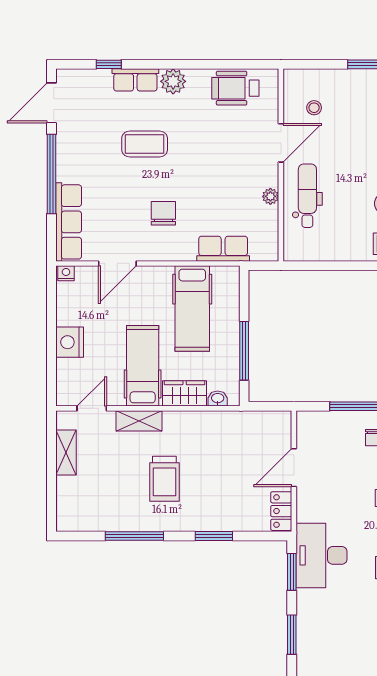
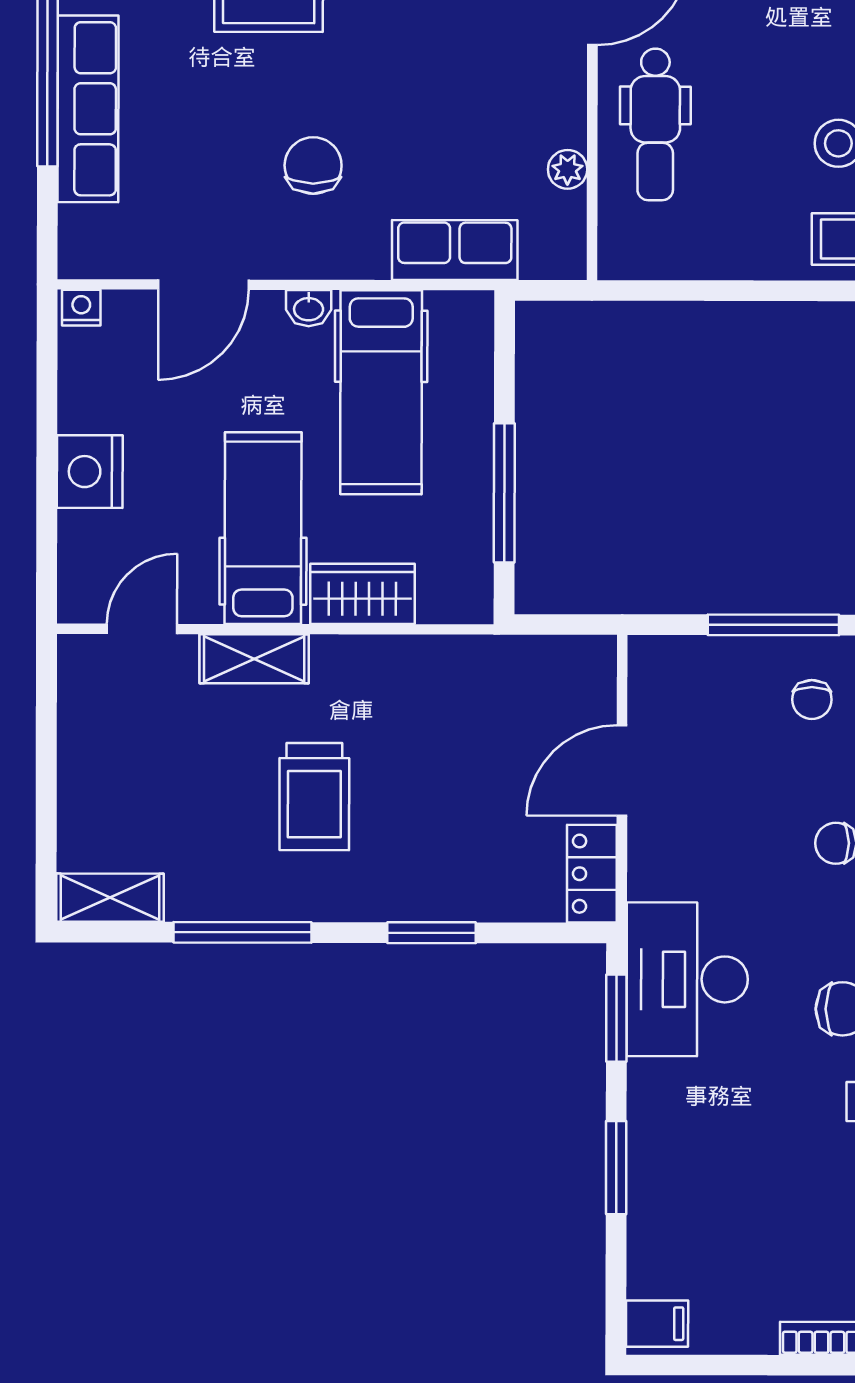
plant: (270, 196) -> (568, 169), moved
dental chair: (307, 196) -> (655, 124), turned 180
row of seats: (69, 222) -> (88, 109), moved
washbasin: (218, 399) -> (309, 308), moved, turned 180
shelving: (66, 452) -> (110, 898), moved, turned 90

